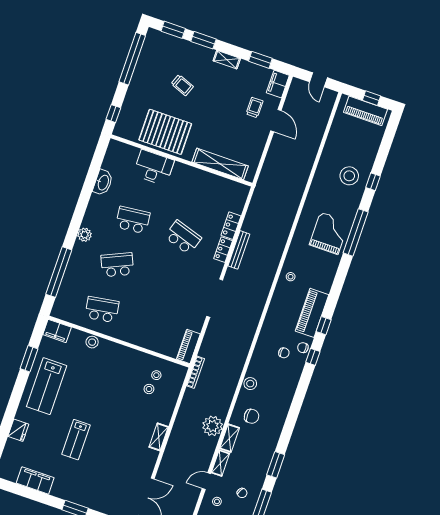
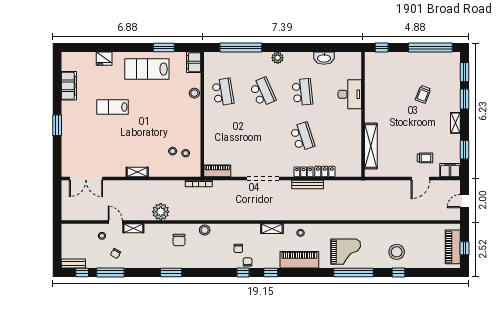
pallet: (165, 132) -> (381, 94), removed
school desk: (183, 237) -> (302, 137), turned -36
piano: (312, 313) -> (299, 260), moved
shelving: (230, 438) -> (272, 229), moved
window: (276, 465) -> (171, 272), moved

